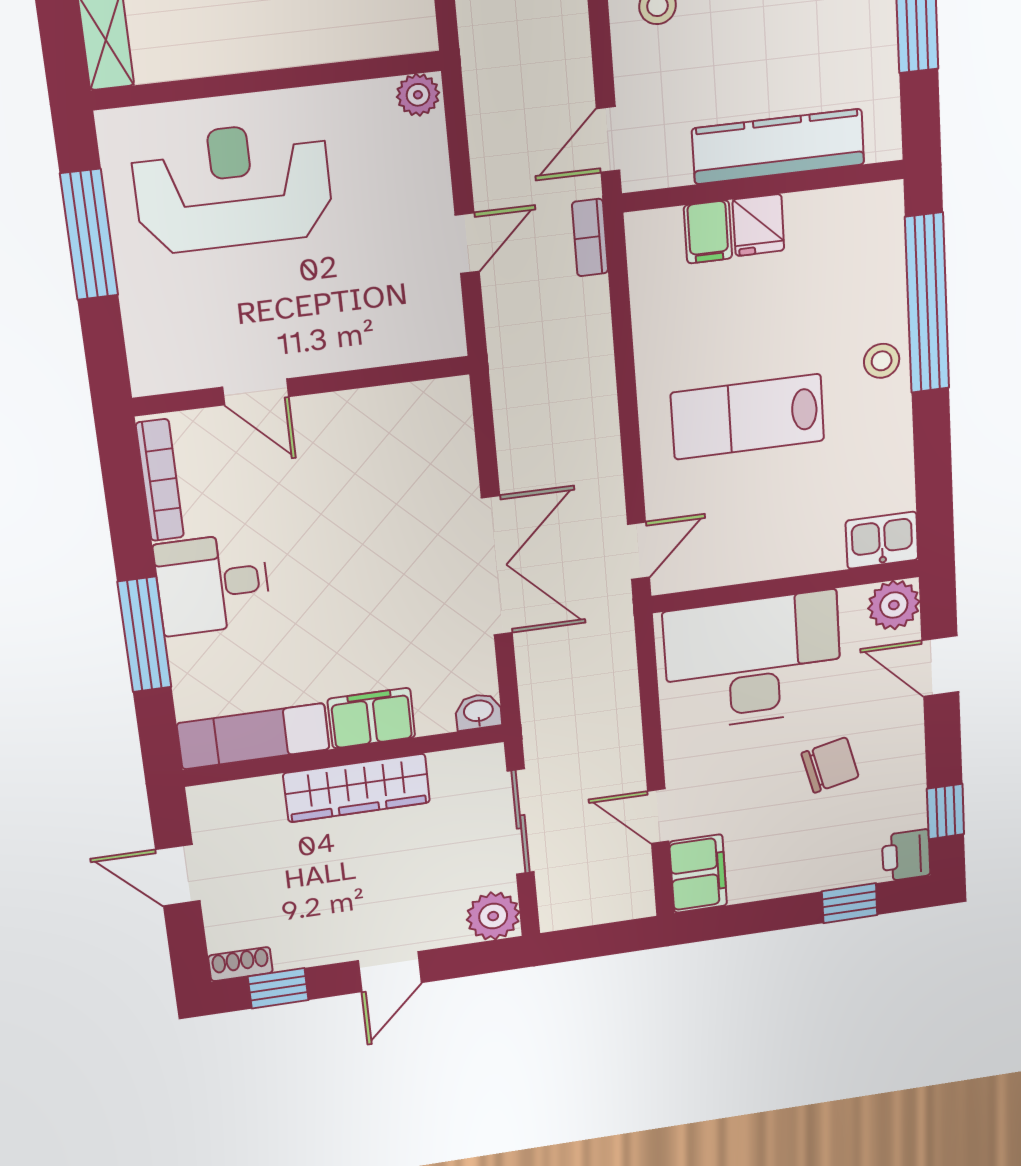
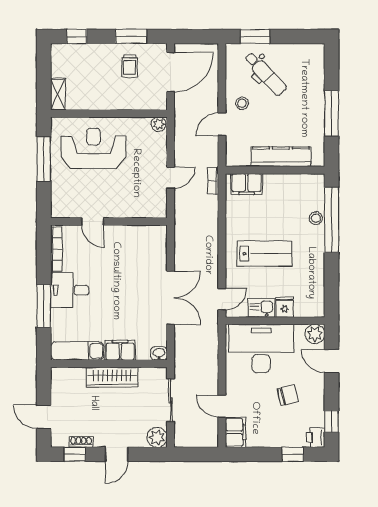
door: (608, 140) -> (222, 124), moved
fridge: (758, 225) -> (285, 307), moved, turned 180
filing cabinet: (708, 232) -> (247, 184), width x2.00
stool: (882, 361) -> (316, 218), moved
lab bench: (748, 417) -> (265, 254), turned 180
kitchen sink: (882, 540) -> (261, 308), moved
door: (178, 875) -> (44, 417), moved
shoe rack: (240, 964) -> (81, 442), moved

